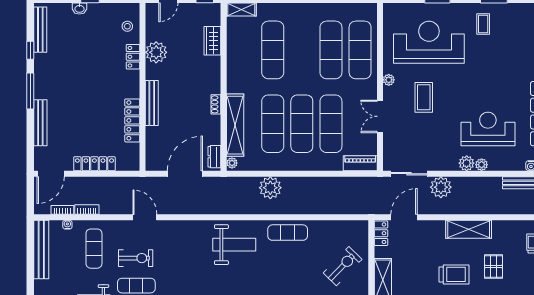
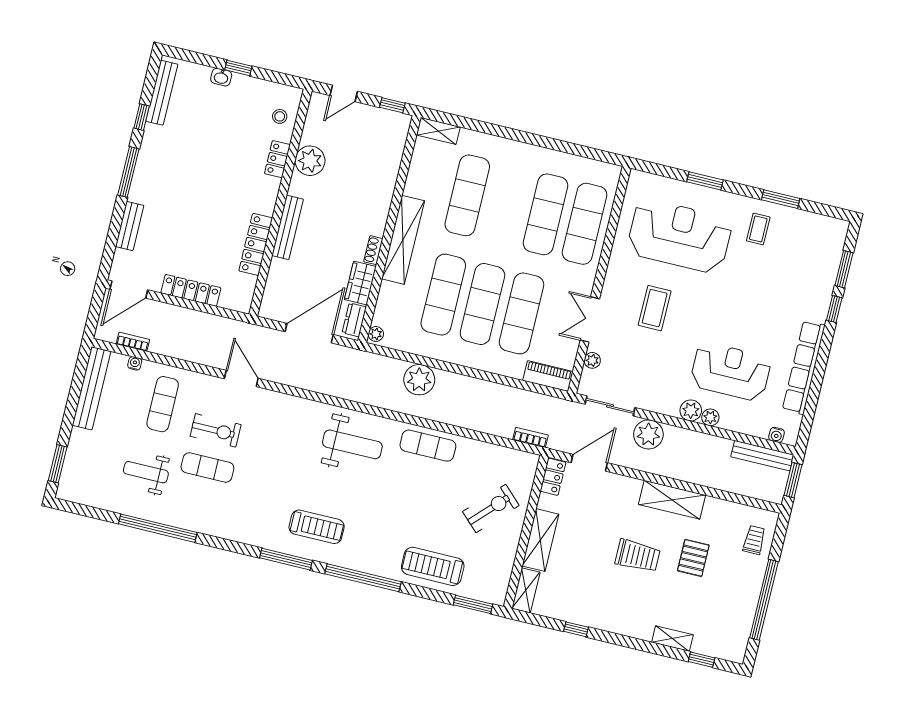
wardrobe: (212, 41) -> (360, 283), moved
plant: (389, 80) -> (592, 360), moved
bench: (40, 123) -> (130, 226), width x0.73
shelving: (235, 125) -> (403, 240), moved
bookcase: (87, 209) -> (530, 437), moved

